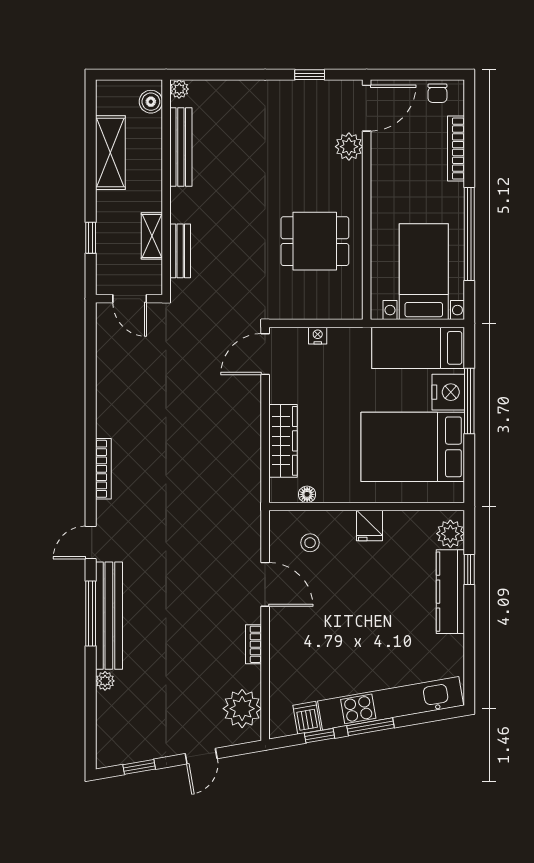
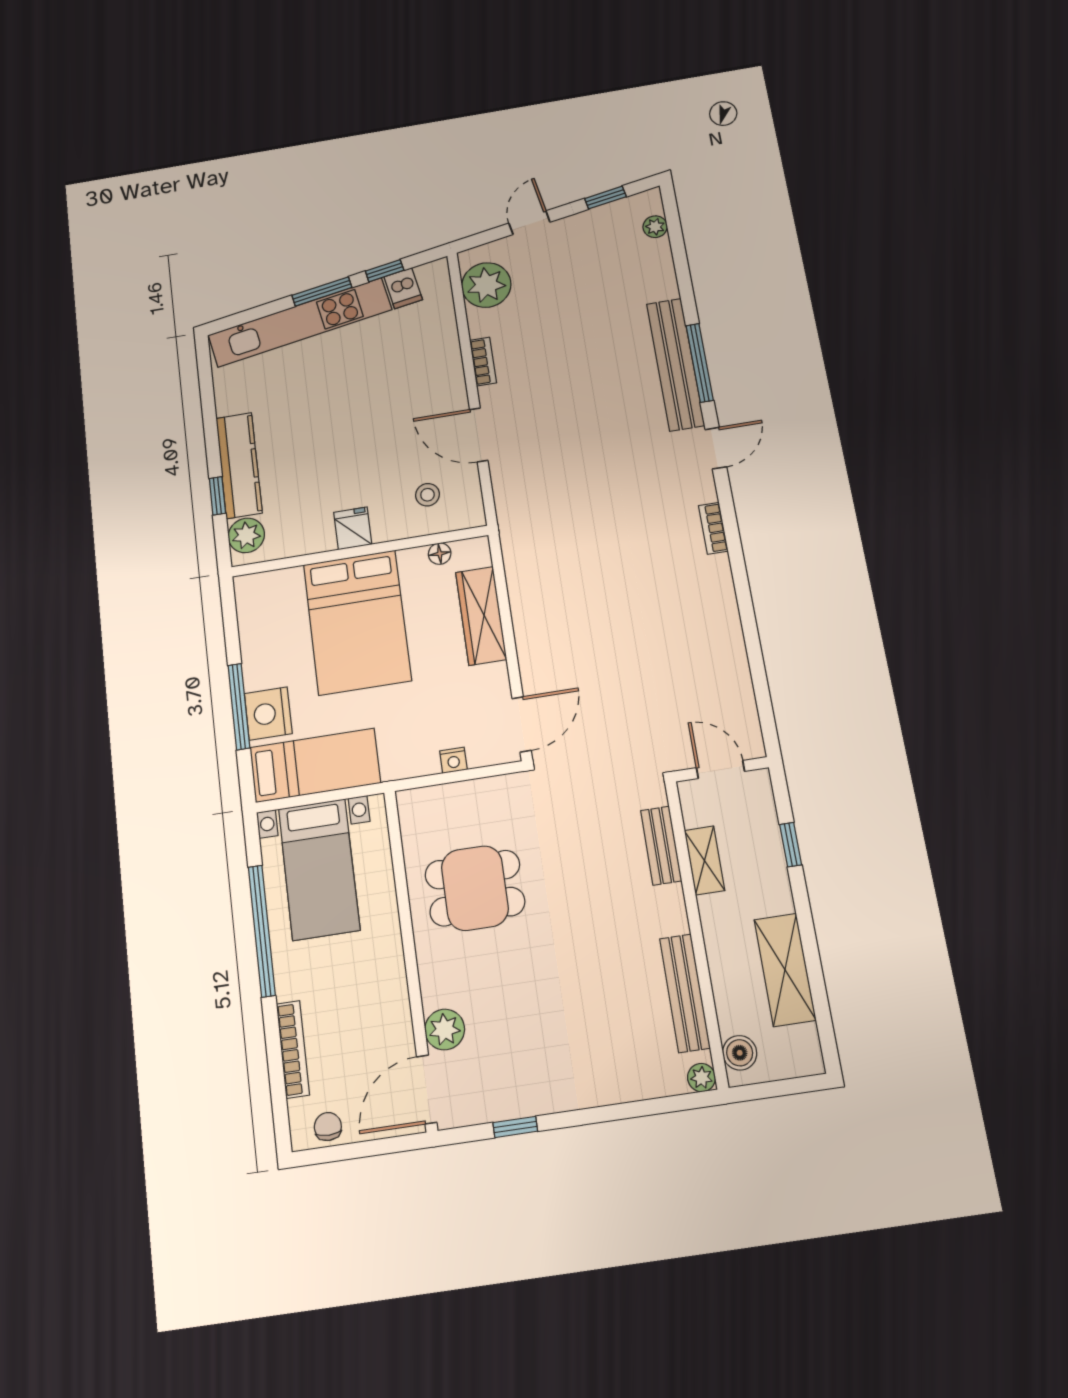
bed: (413, 447) -> (357, 622), moved, turned 90
bookcase: (103, 469) -> (713, 528), width x0.64
plant: (105, 681) -> (655, 227), moved

